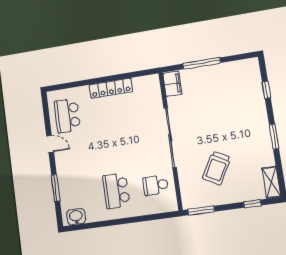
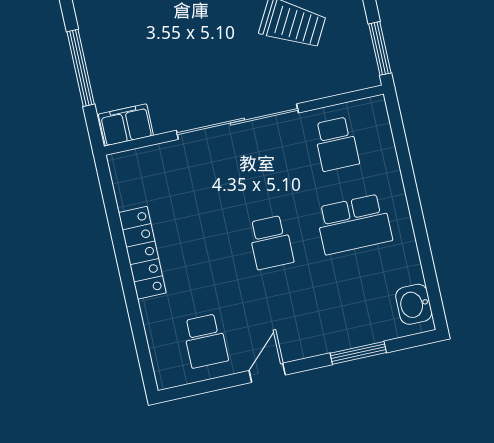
school desk: (67, 116) -> (205, 341), width x0.54
school desk: (111, 150) -> (271, 242), added

